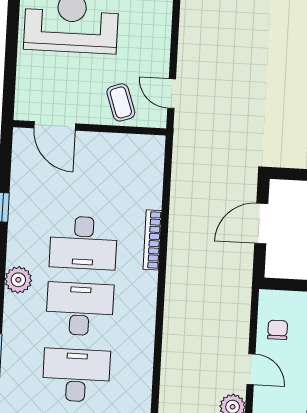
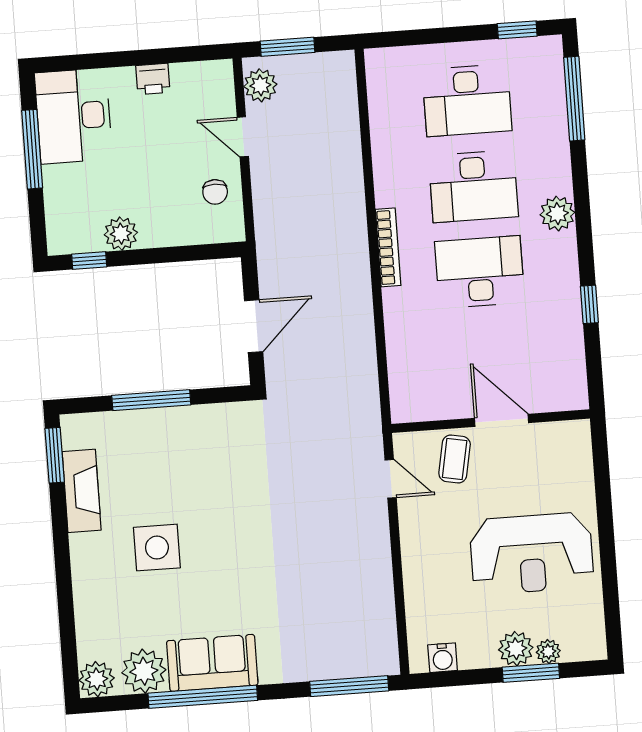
coffee table: (121, 102) -> (455, 459), turned 30
door: (55, 126) -> (502, 420), moved
bookcase: (152, 240) -> (388, 247), moved

